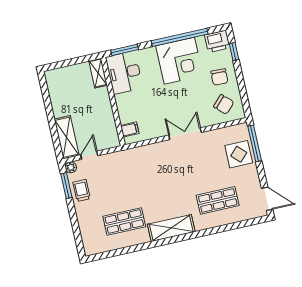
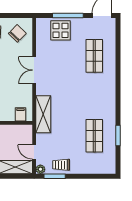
window: (255, 143) -> (68, 15), moved
shelving: (171, 228) -> (43, 114), moved
window: (131, 249) -> (118, 135), added

